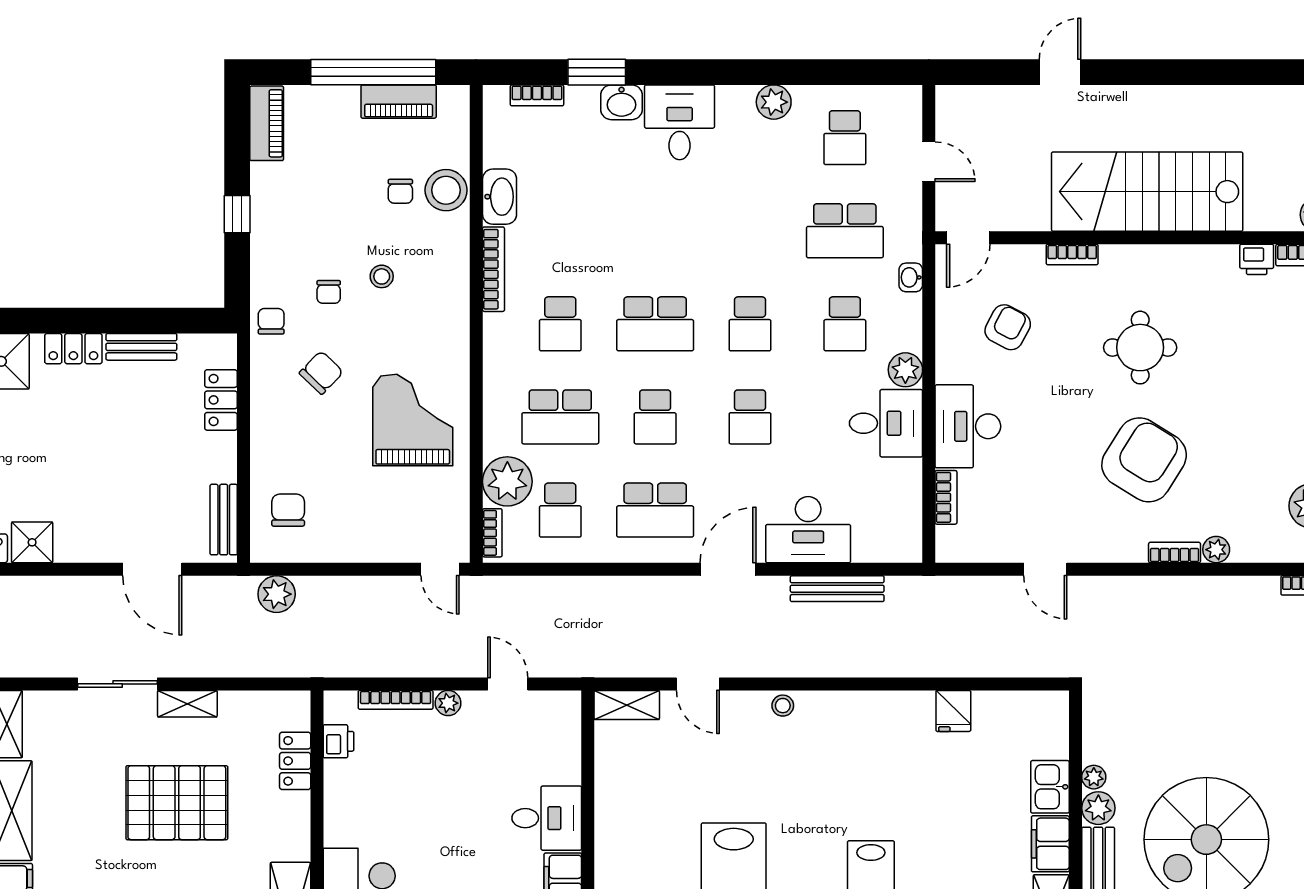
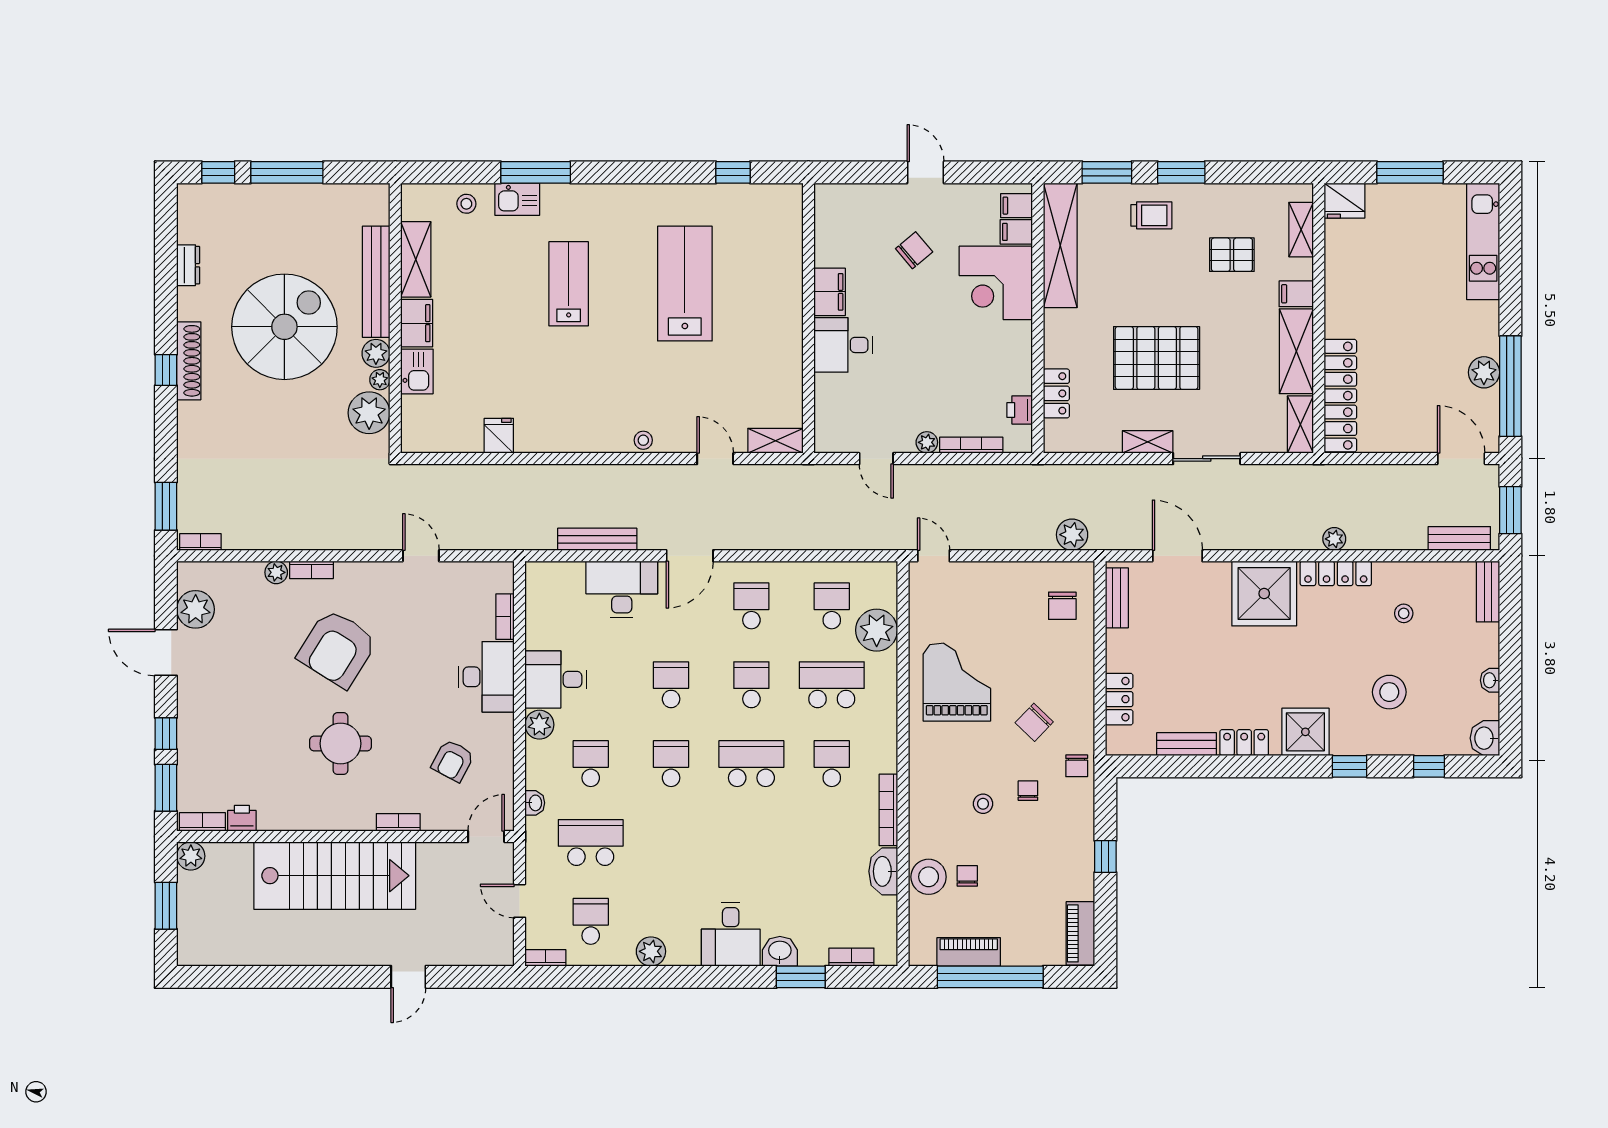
grand piano: (413, 420) -> (957, 682), turned 180
school desk: (655, 510) -> (751, 606), width x0.54
bookcase: (492, 533) -> (545, 958), moved, turned 90
shower: (32, 542) -> (1264, 594), width x1.86, depth x1.86
plant: (1107, 738) -> (369, 413), added

